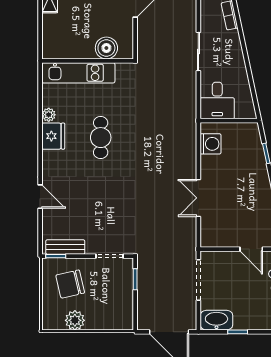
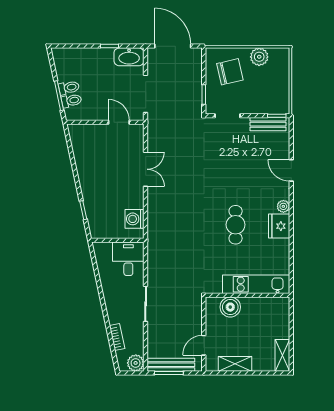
plant: (49, 115) -> (283, 206), moved
door: (251, 249) -> (119, 122), moved
chair: (70, 284) -> (230, 72), moved

